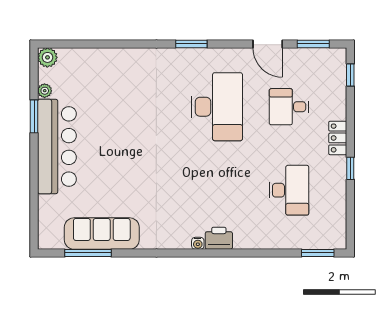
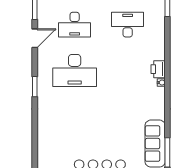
desk: (217, 107) -> (75, 70), turned 180
desk: (289, 107) -> (75, 25), width x1.37

